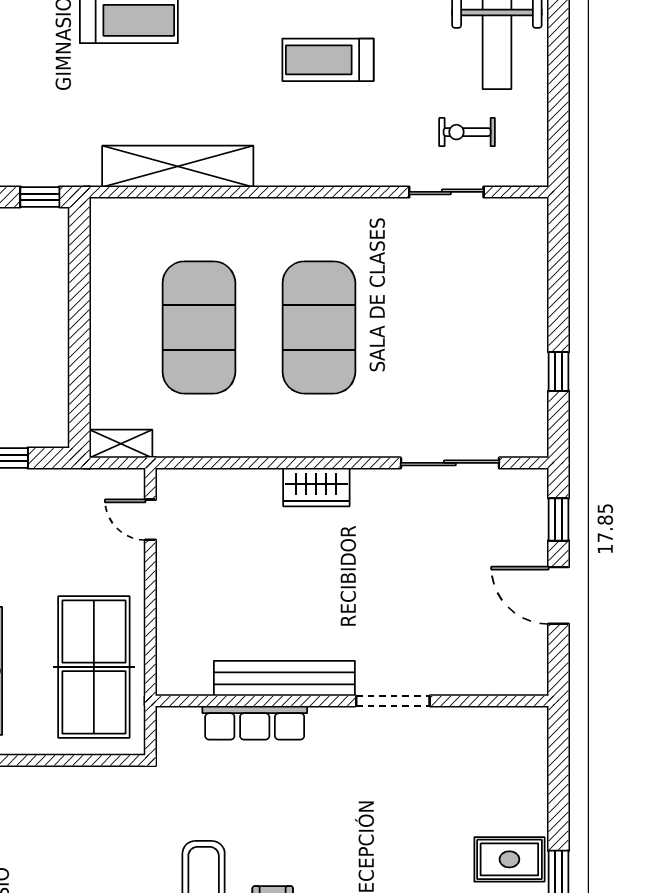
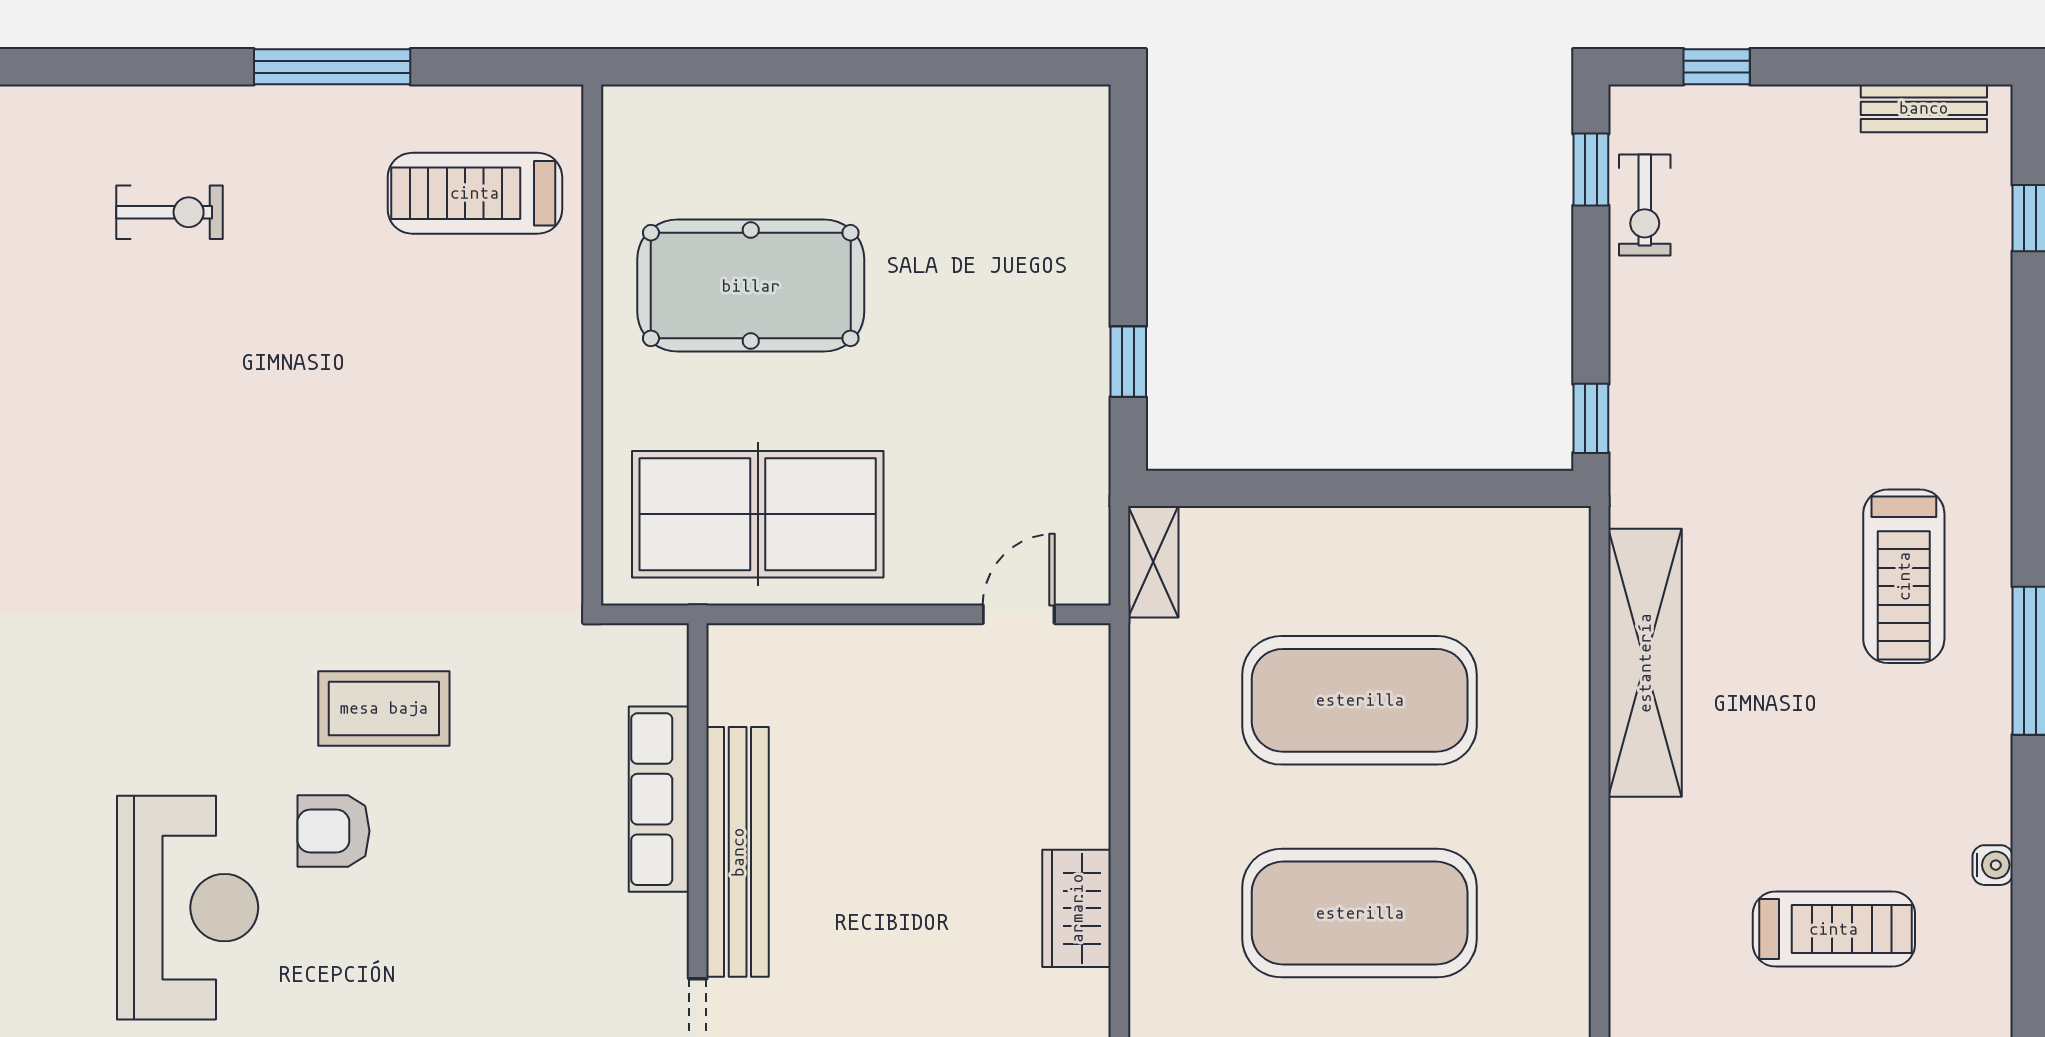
treadmill: (328, 60) -> (1834, 929), turned 90

